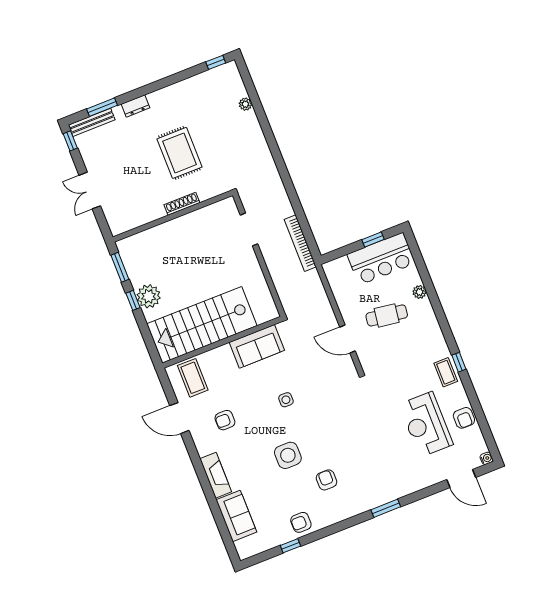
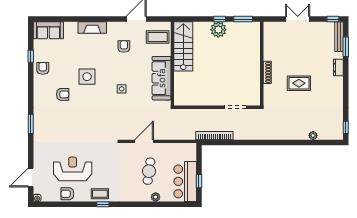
rug: (180, 153) -> (299, 83), width x0.73, depth x0.70
stairs: (202, 325) -> (183, 46), width x0.73, depth x0.66
sofa: (257, 346) -> (161, 78), width x1.36
sofa: (236, 516) -> (48, 30), moved

